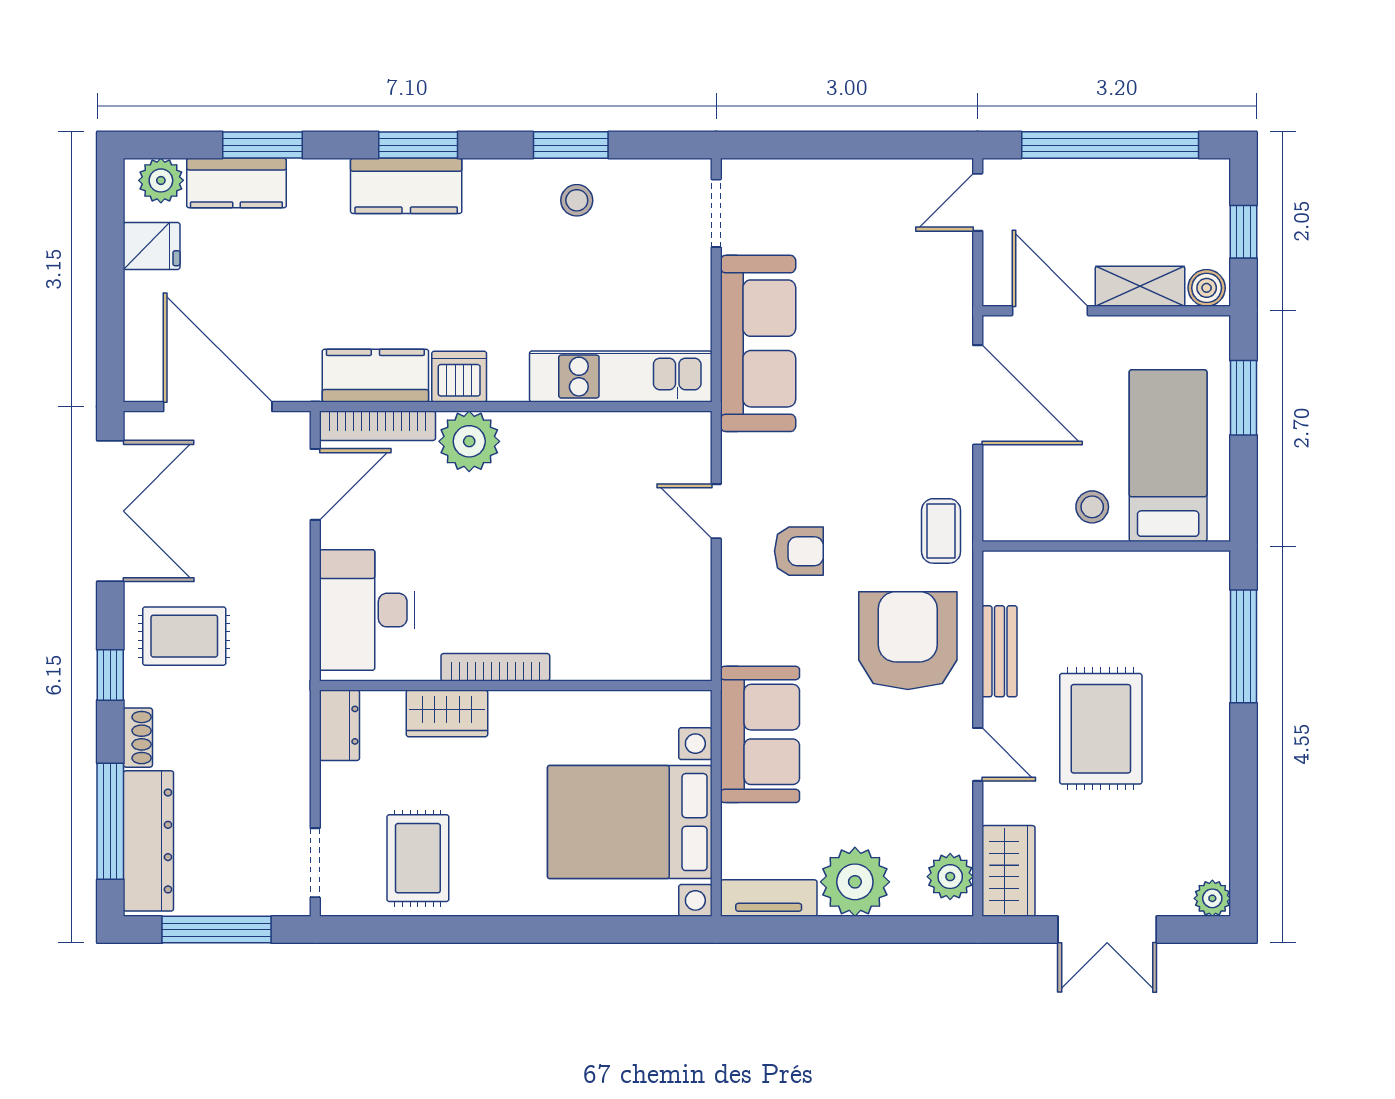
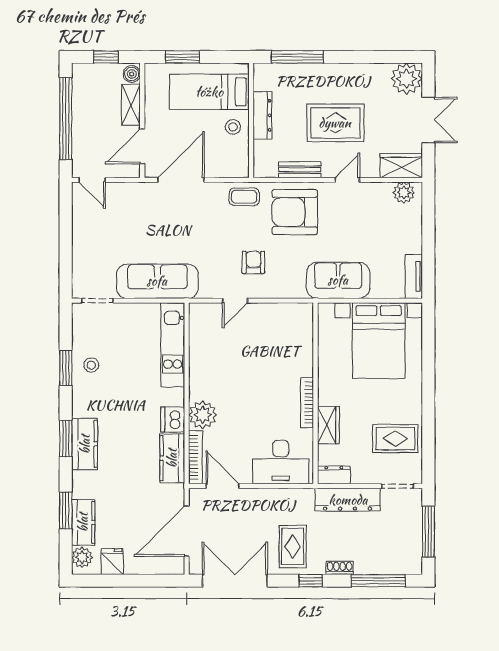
dresser: (1117, 571) -> (262, 115), added
dresser: (148, 841) -> (348, 500), moved, turned 180
plant: (855, 882) -> (406, 237), removed
plant: (1212, 898) -> (407, 79), width x1.87, depth x1.87

